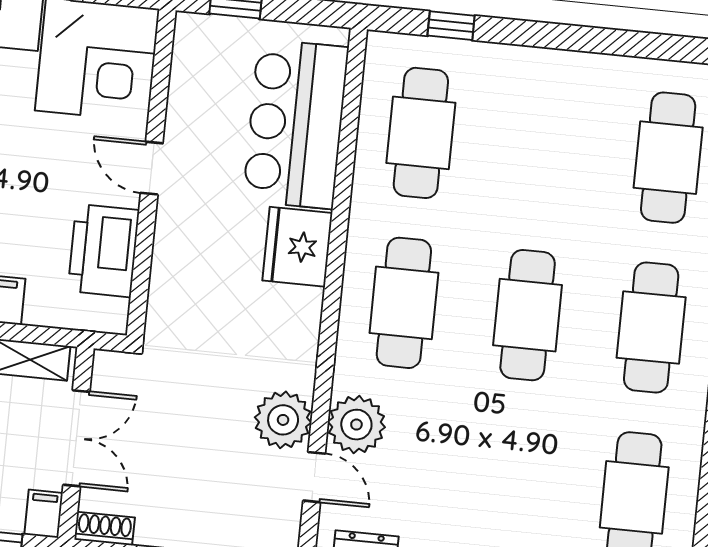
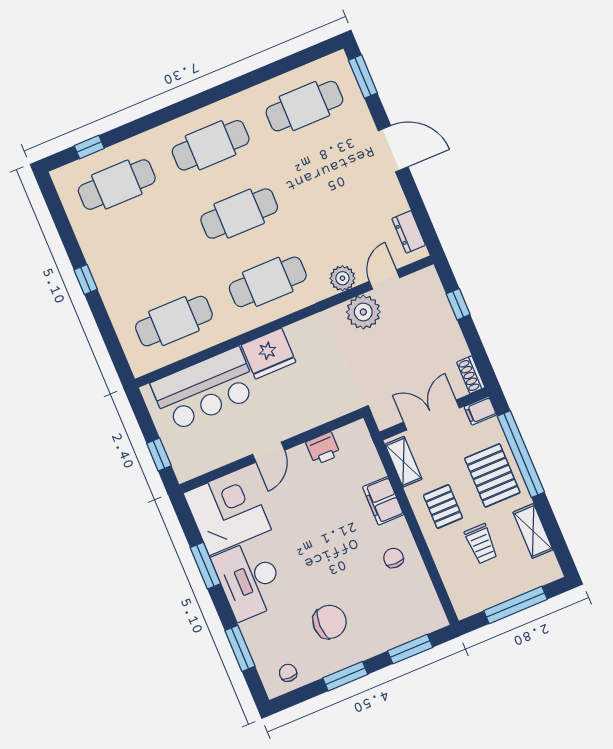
window: (451, 26) -> (86, 280), moved
printer: (104, 251) -> (323, 448), width x0.53, depth x0.68
plant: (356, 425) -> (342, 278), width x0.73, depth x0.73

